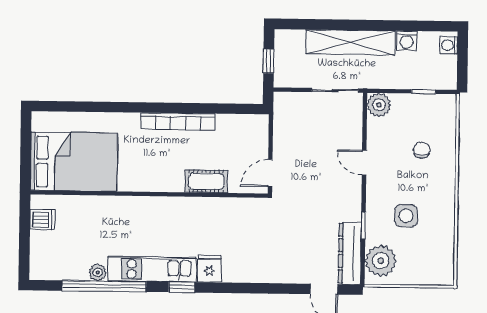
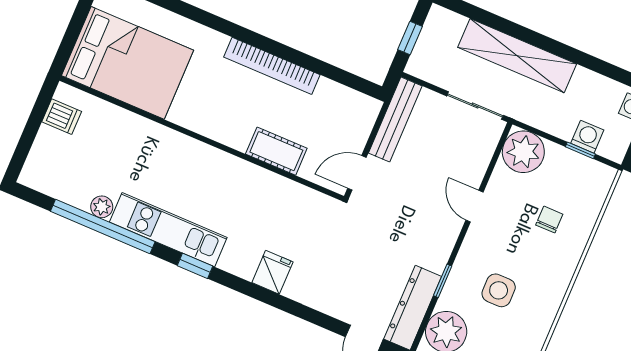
washing machine: (407, 41) -> (587, 137), moved, turned 180
plant: (379, 105) -> (523, 152), width x1.36, depth x1.36
bench: (282, 124) -> (395, 119), added
fridge: (209, 269) -> (272, 272), moved

